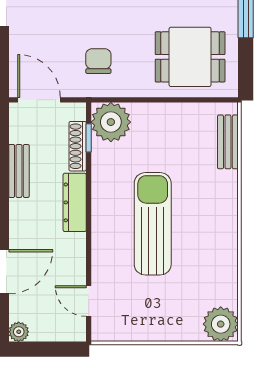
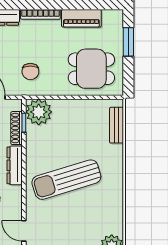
chair: (98, 61) -> (30, 71), turned 180
sun lounger: (153, 224) -> (66, 180), turned -107

